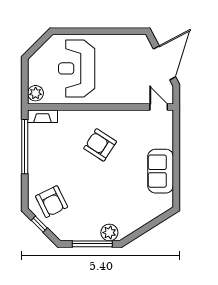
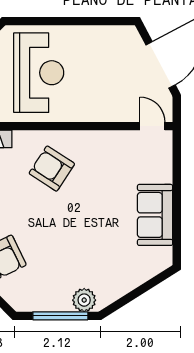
reception desk: (77, 68) -> (39, 73), turned 180
armchair: (100, 145) -> (52, 169), moved

